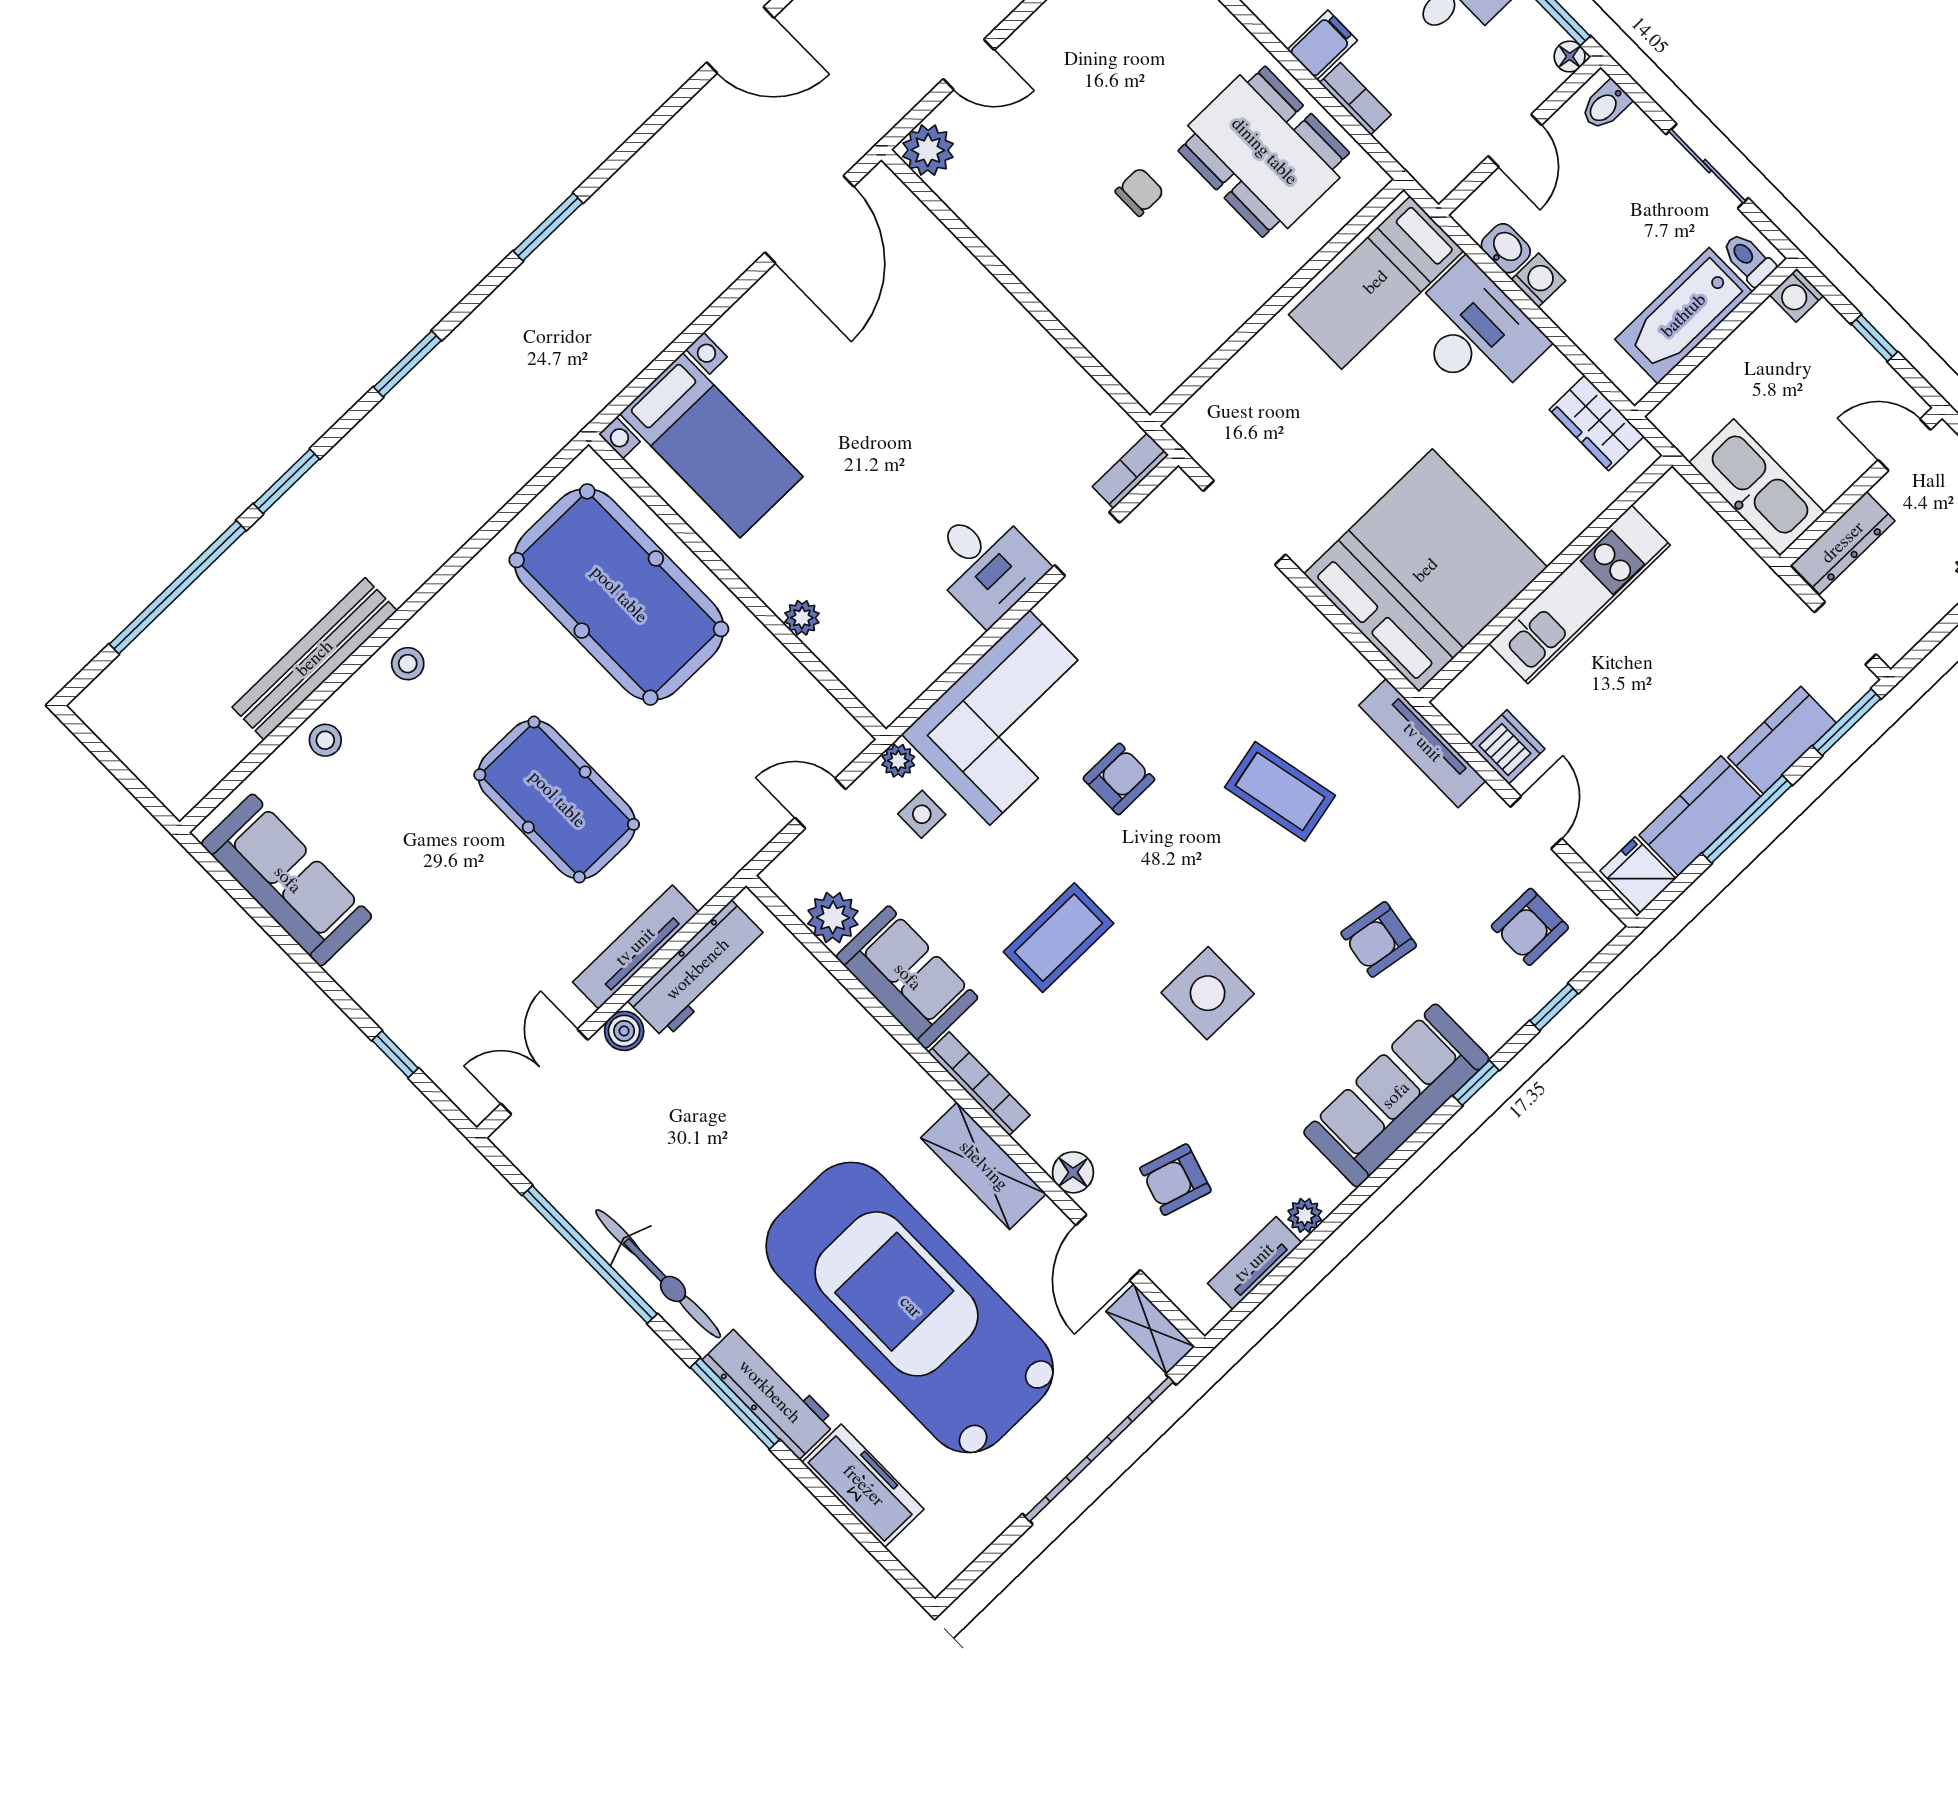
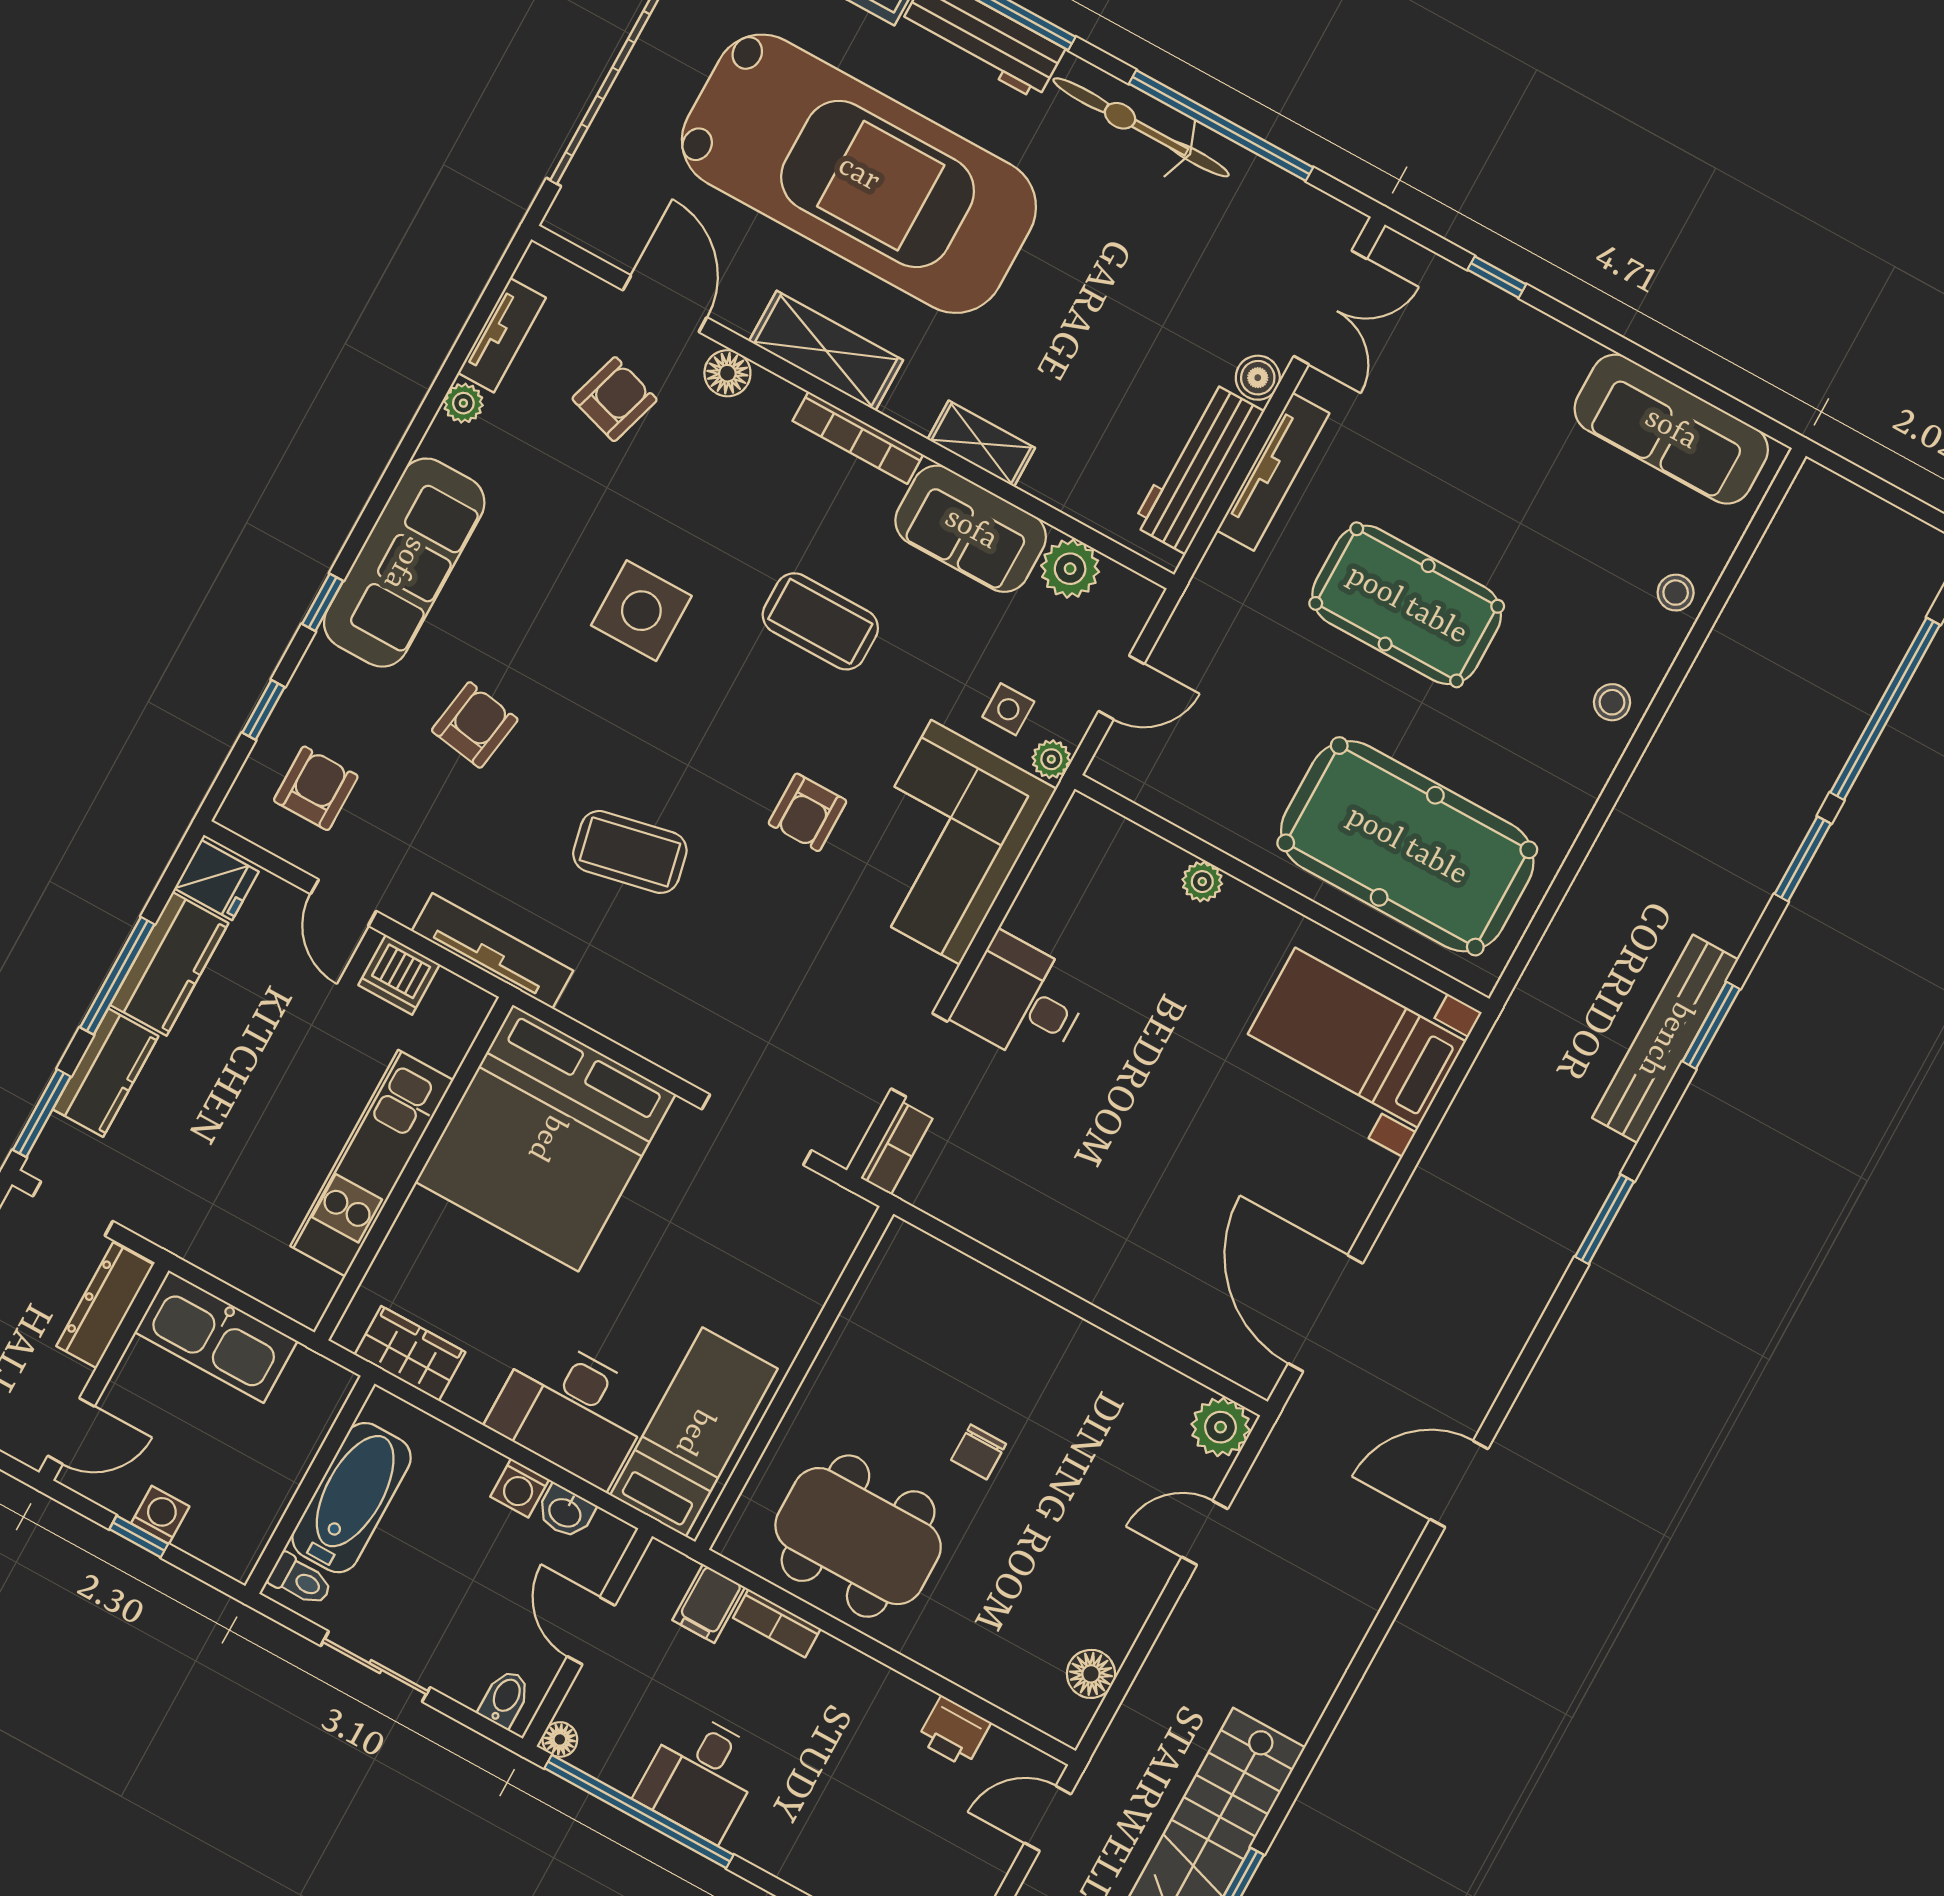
filing cabinet: (1322, 45) -> (709, 1604), moved
washing machine: (1796, 295) -> (160, 1515), moved
bench: (315, 659) -> (1665, 1039), moved
coffee table: (1059, 938) -> (820, 621), turned 90
shelving: (1150, 1329) -> (981, 444), moved

